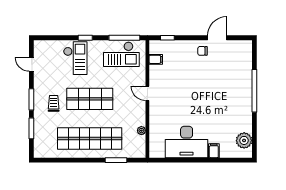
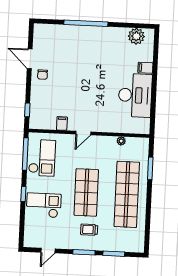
filing cabinet: (156, 59) -> (62, 123), moved

